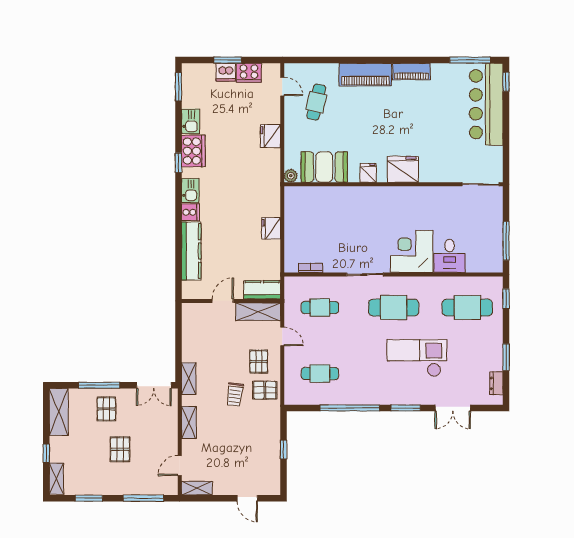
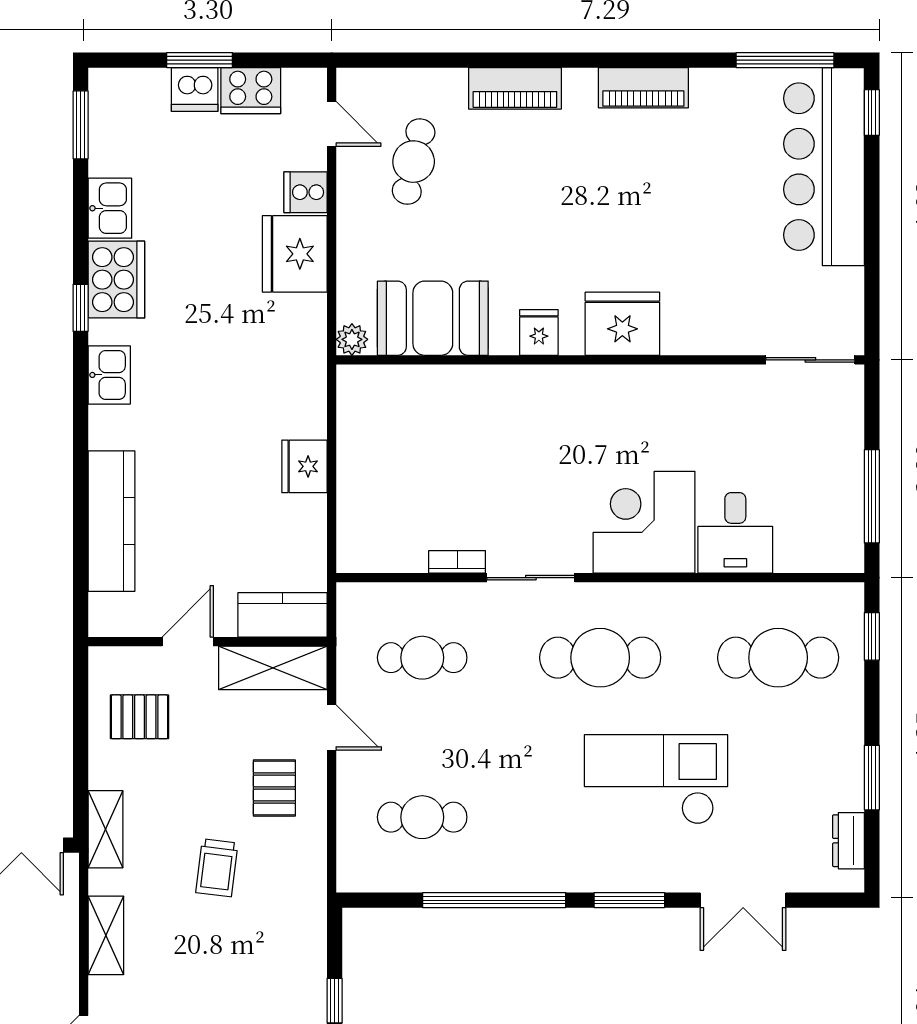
piano: (365, 75) -> (515, 88), width x0.73, depth x0.75
fridge: (270, 136) -> (295, 254), width x1.36, depth x1.34
cooker: (190, 212) -> (306, 192), moved, turned 180
bookcase: (311, 268) -> (457, 562), moved
pallet: (265, 390) -> (139, 717), moved

